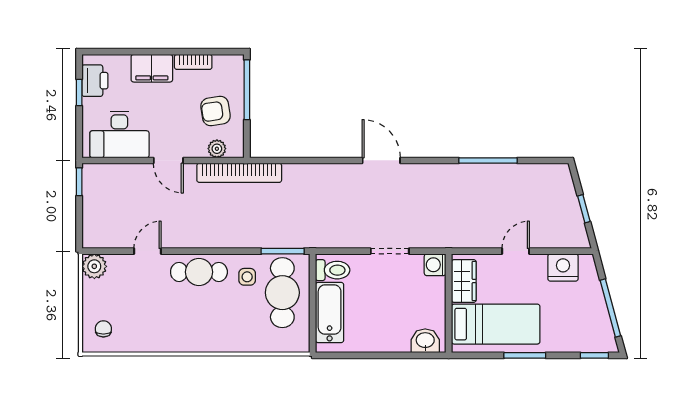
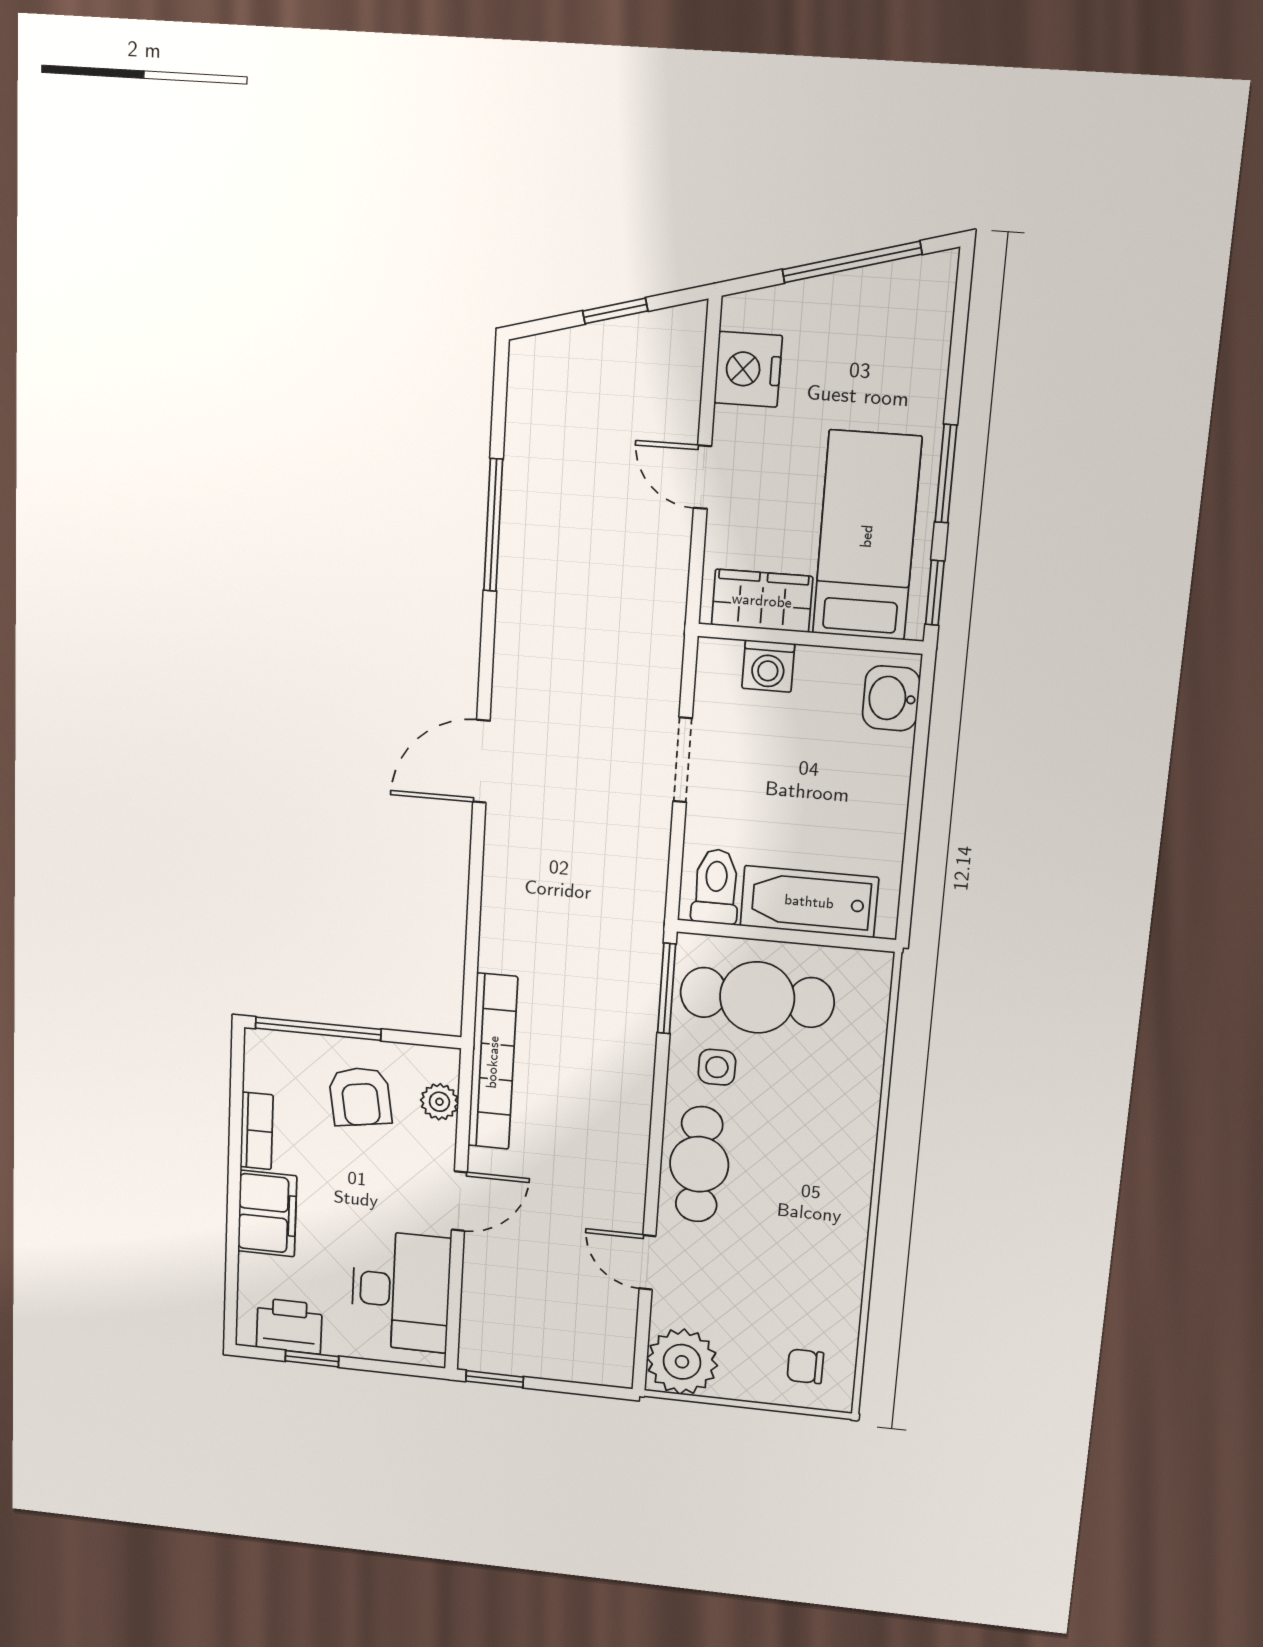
washing machine: (435, 265) -> (768, 666), moved
plant: (94, 266) -> (682, 1362), width x1.36, depth x1.36
window: (594, 355) -> (935, 593), moved

